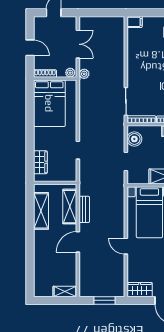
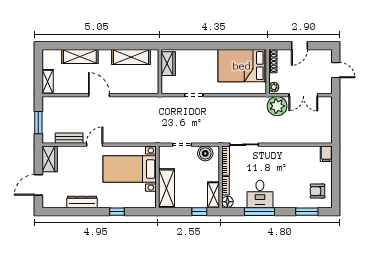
plant: (84, 74) -> (277, 106), width x1.88, depth x1.88
wardrobe: (40, 162) -> (168, 64), moved, turned -90
shelving: (70, 207) -> (80, 56), moved
bench: (84, 209) -> (69, 138), moved

